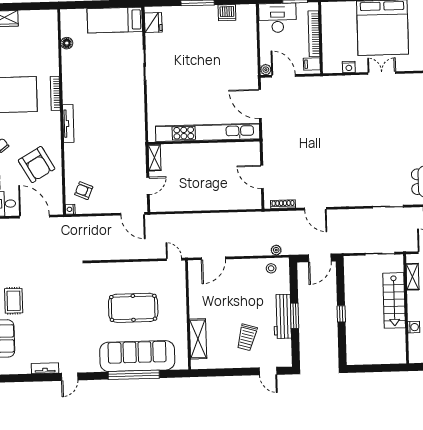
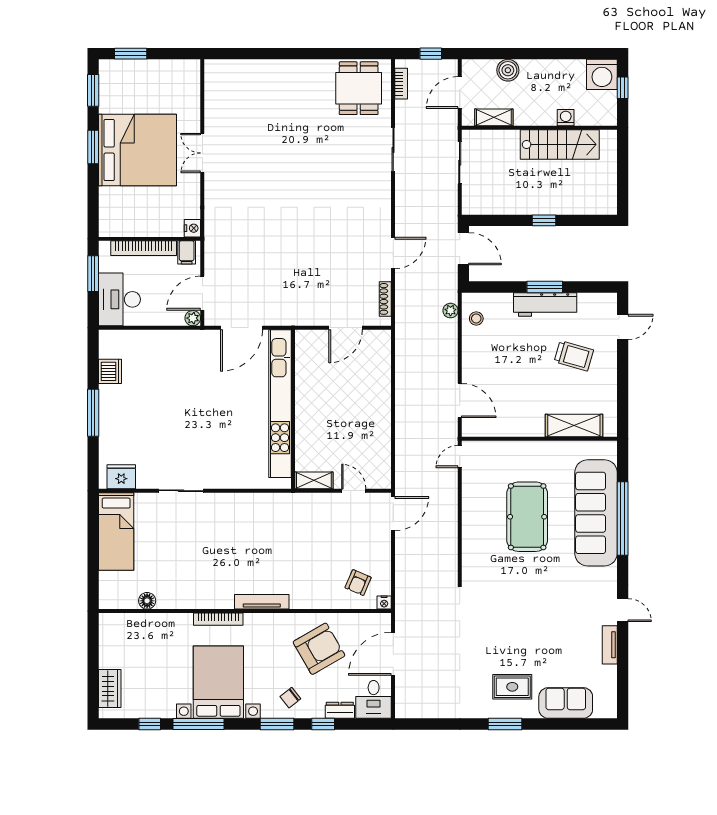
nightstand: (349, 67) -> (192, 228), moved
stairs: (394, 300) -> (560, 144), moved

